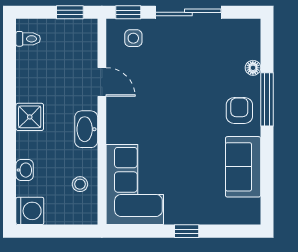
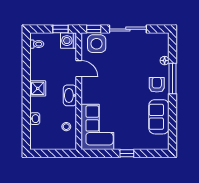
side table: (133, 38) -> (97, 44), width x1.87, depth x1.87
washing machine: (30, 211) -> (68, 41), moved, turned 180

